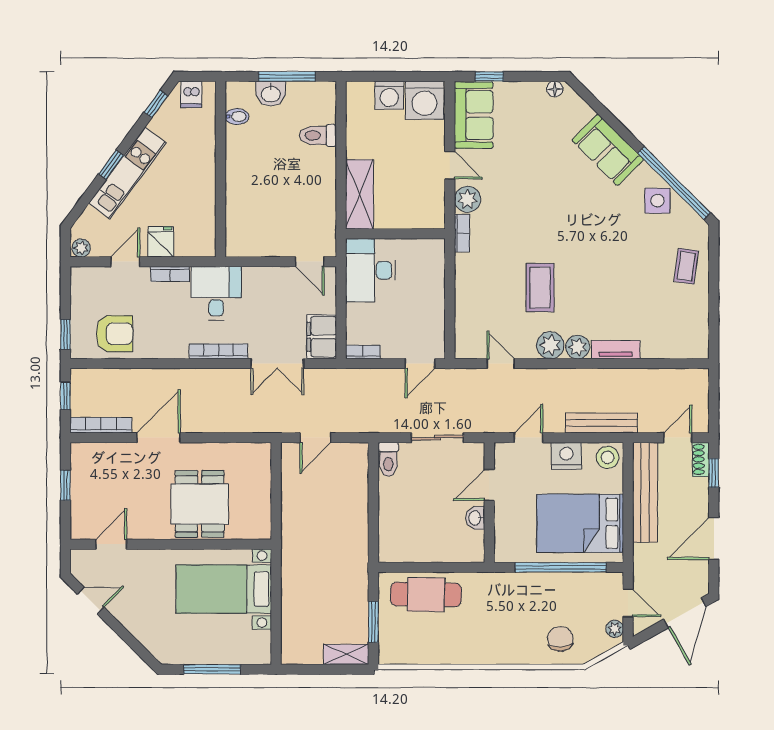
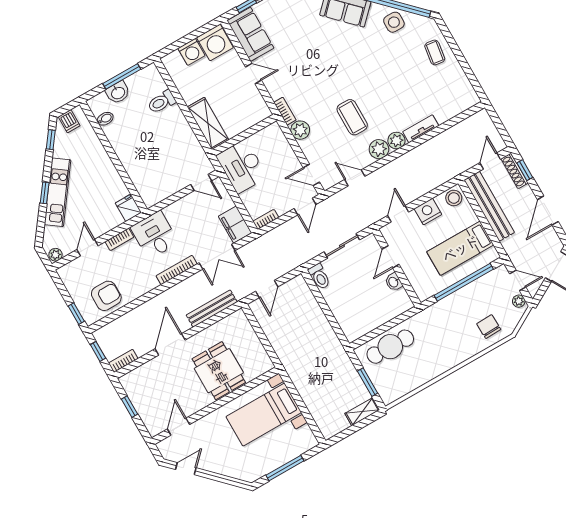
plant: (467, 199) -> (300, 130), moved
fridge: (161, 242) -> (128, 208), moved
door: (450, 329) -> (311, 175), added
bench: (601, 423) -> (212, 308), moved
bookcase: (101, 425) -> (123, 361), width x0.64
shoe rack: (701, 459) -> (515, 171), width x1.43
bed: (580, 523) -> (460, 248), width x0.67

